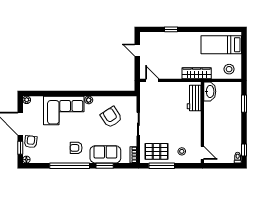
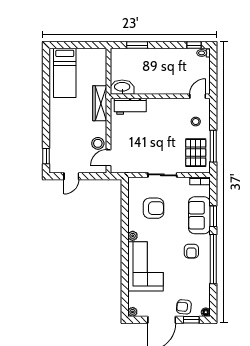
window: (171, 29) -> (46, 156), moved
stool: (229, 69) -> (98, 143), moved
armchair: (111, 117) -> (154, 208), turned -147

